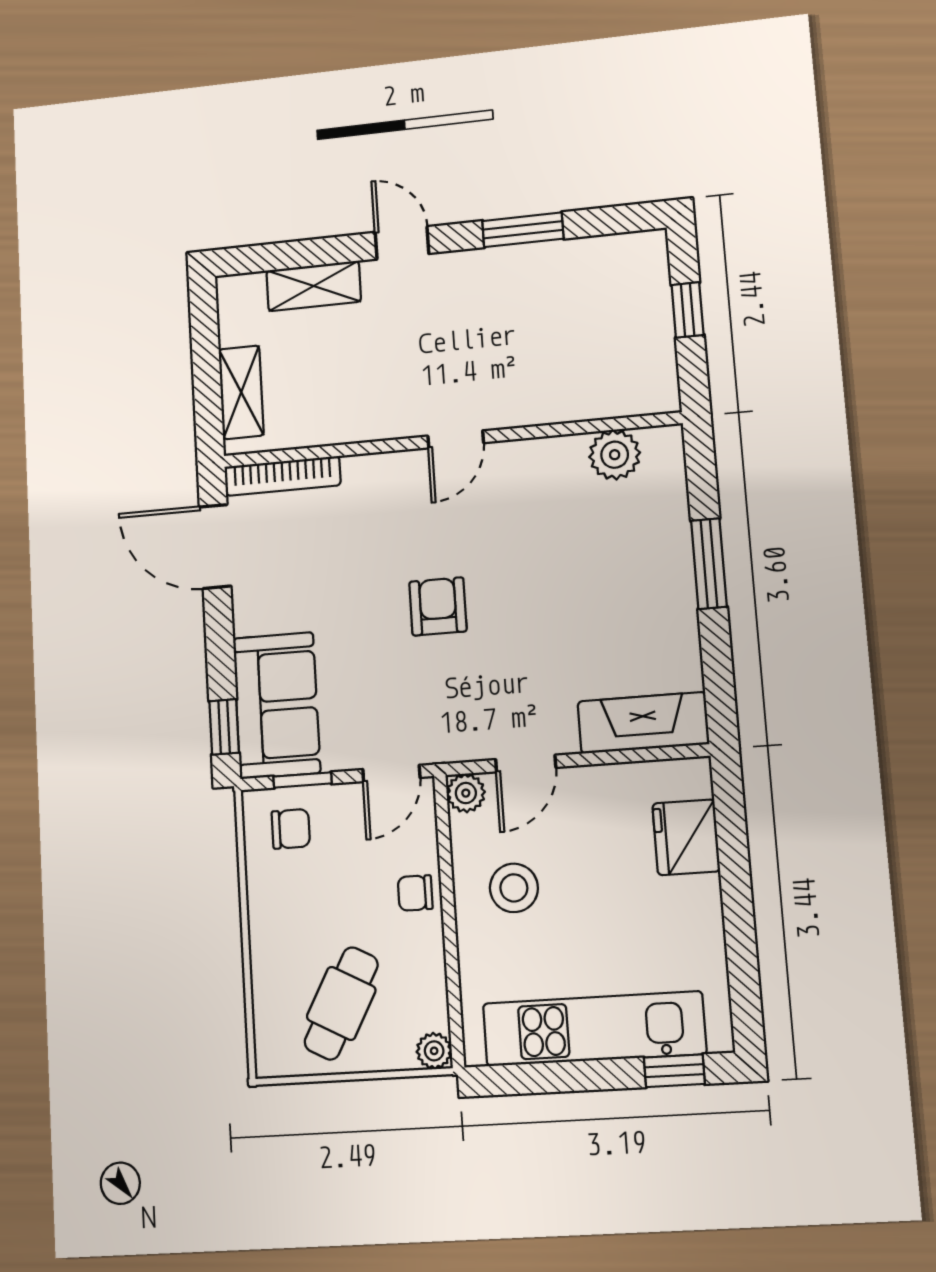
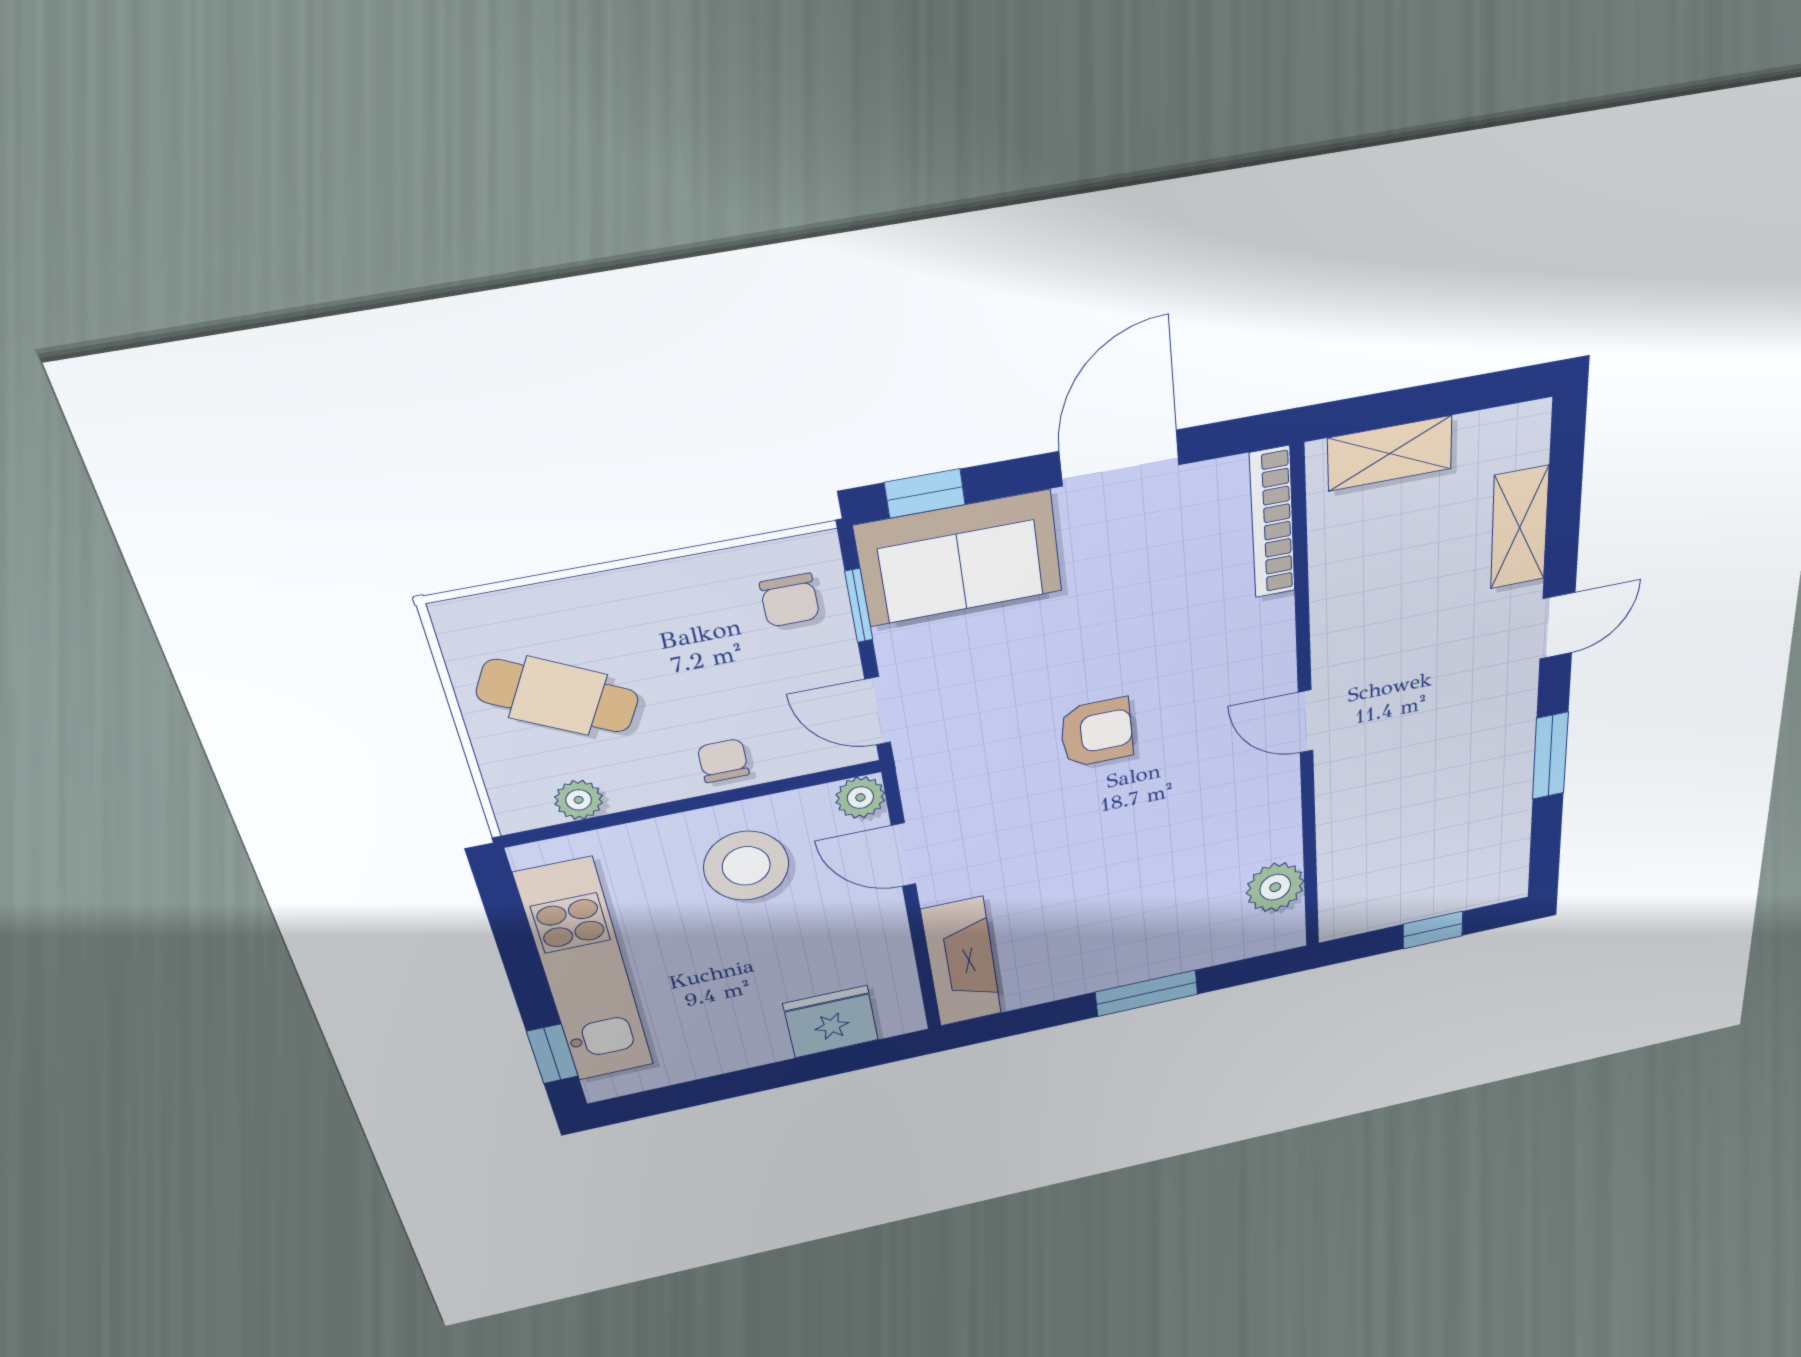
door: (215, 546) -> (1120, 458), moved
stool: (514, 888) -> (746, 866), width x1.38, depth x1.38
plant: (434, 1051) -> (579, 800), moved

